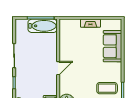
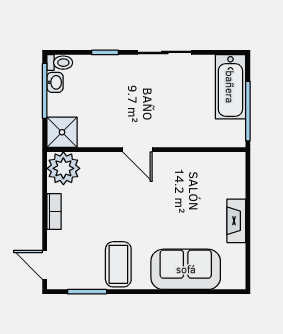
bathtub: (43, 26) -> (230, 87), moved
coffee table: (107, 88) -> (118, 264), moved

